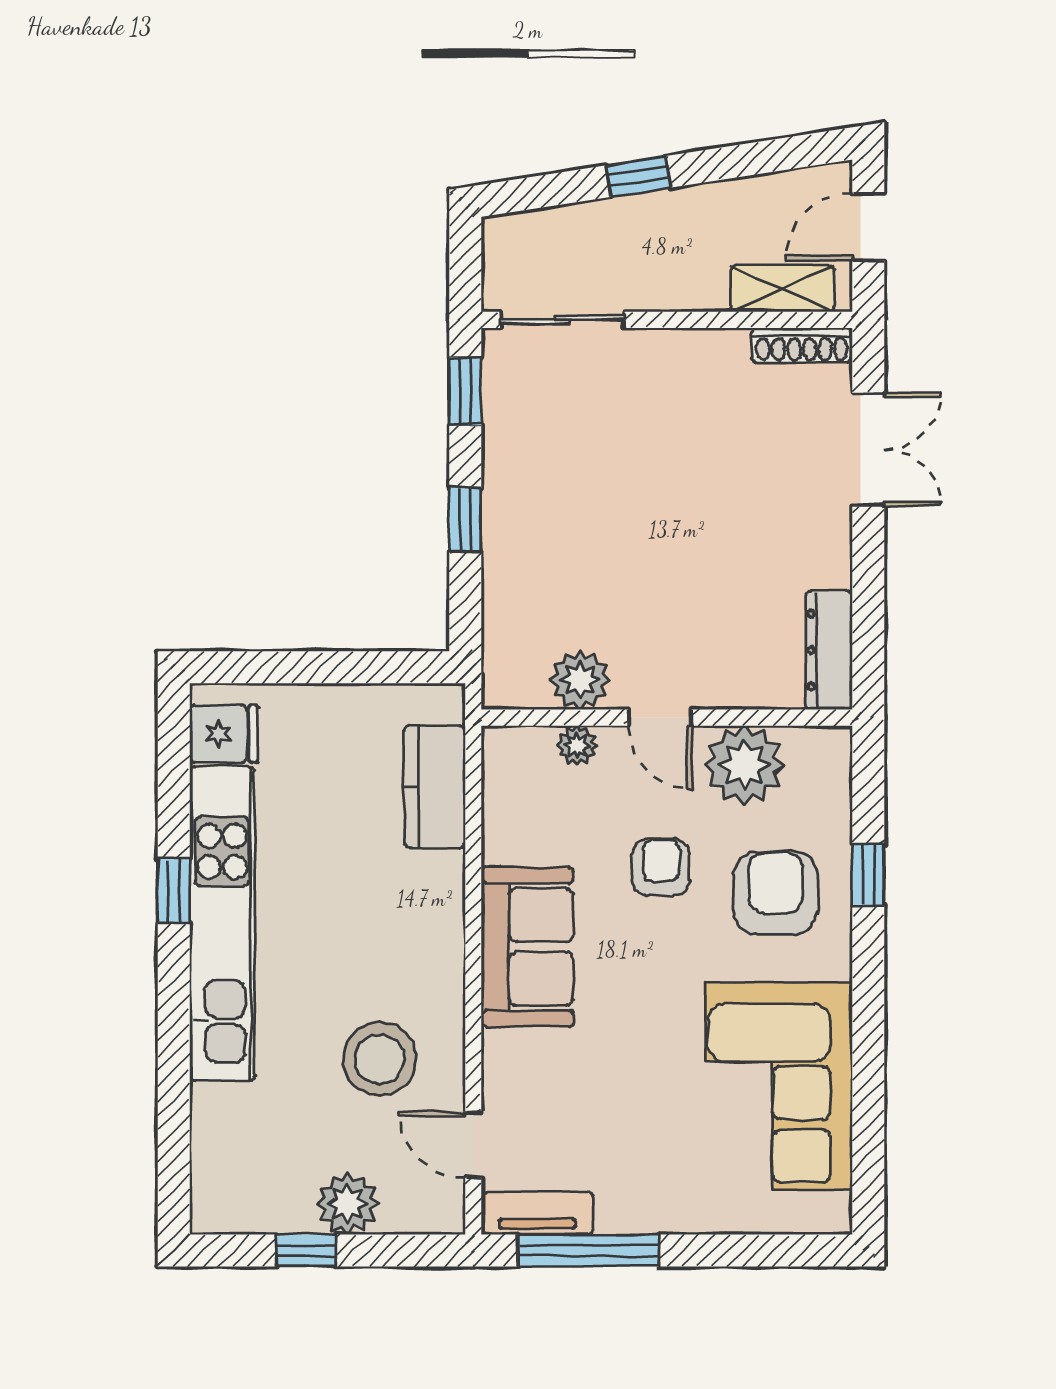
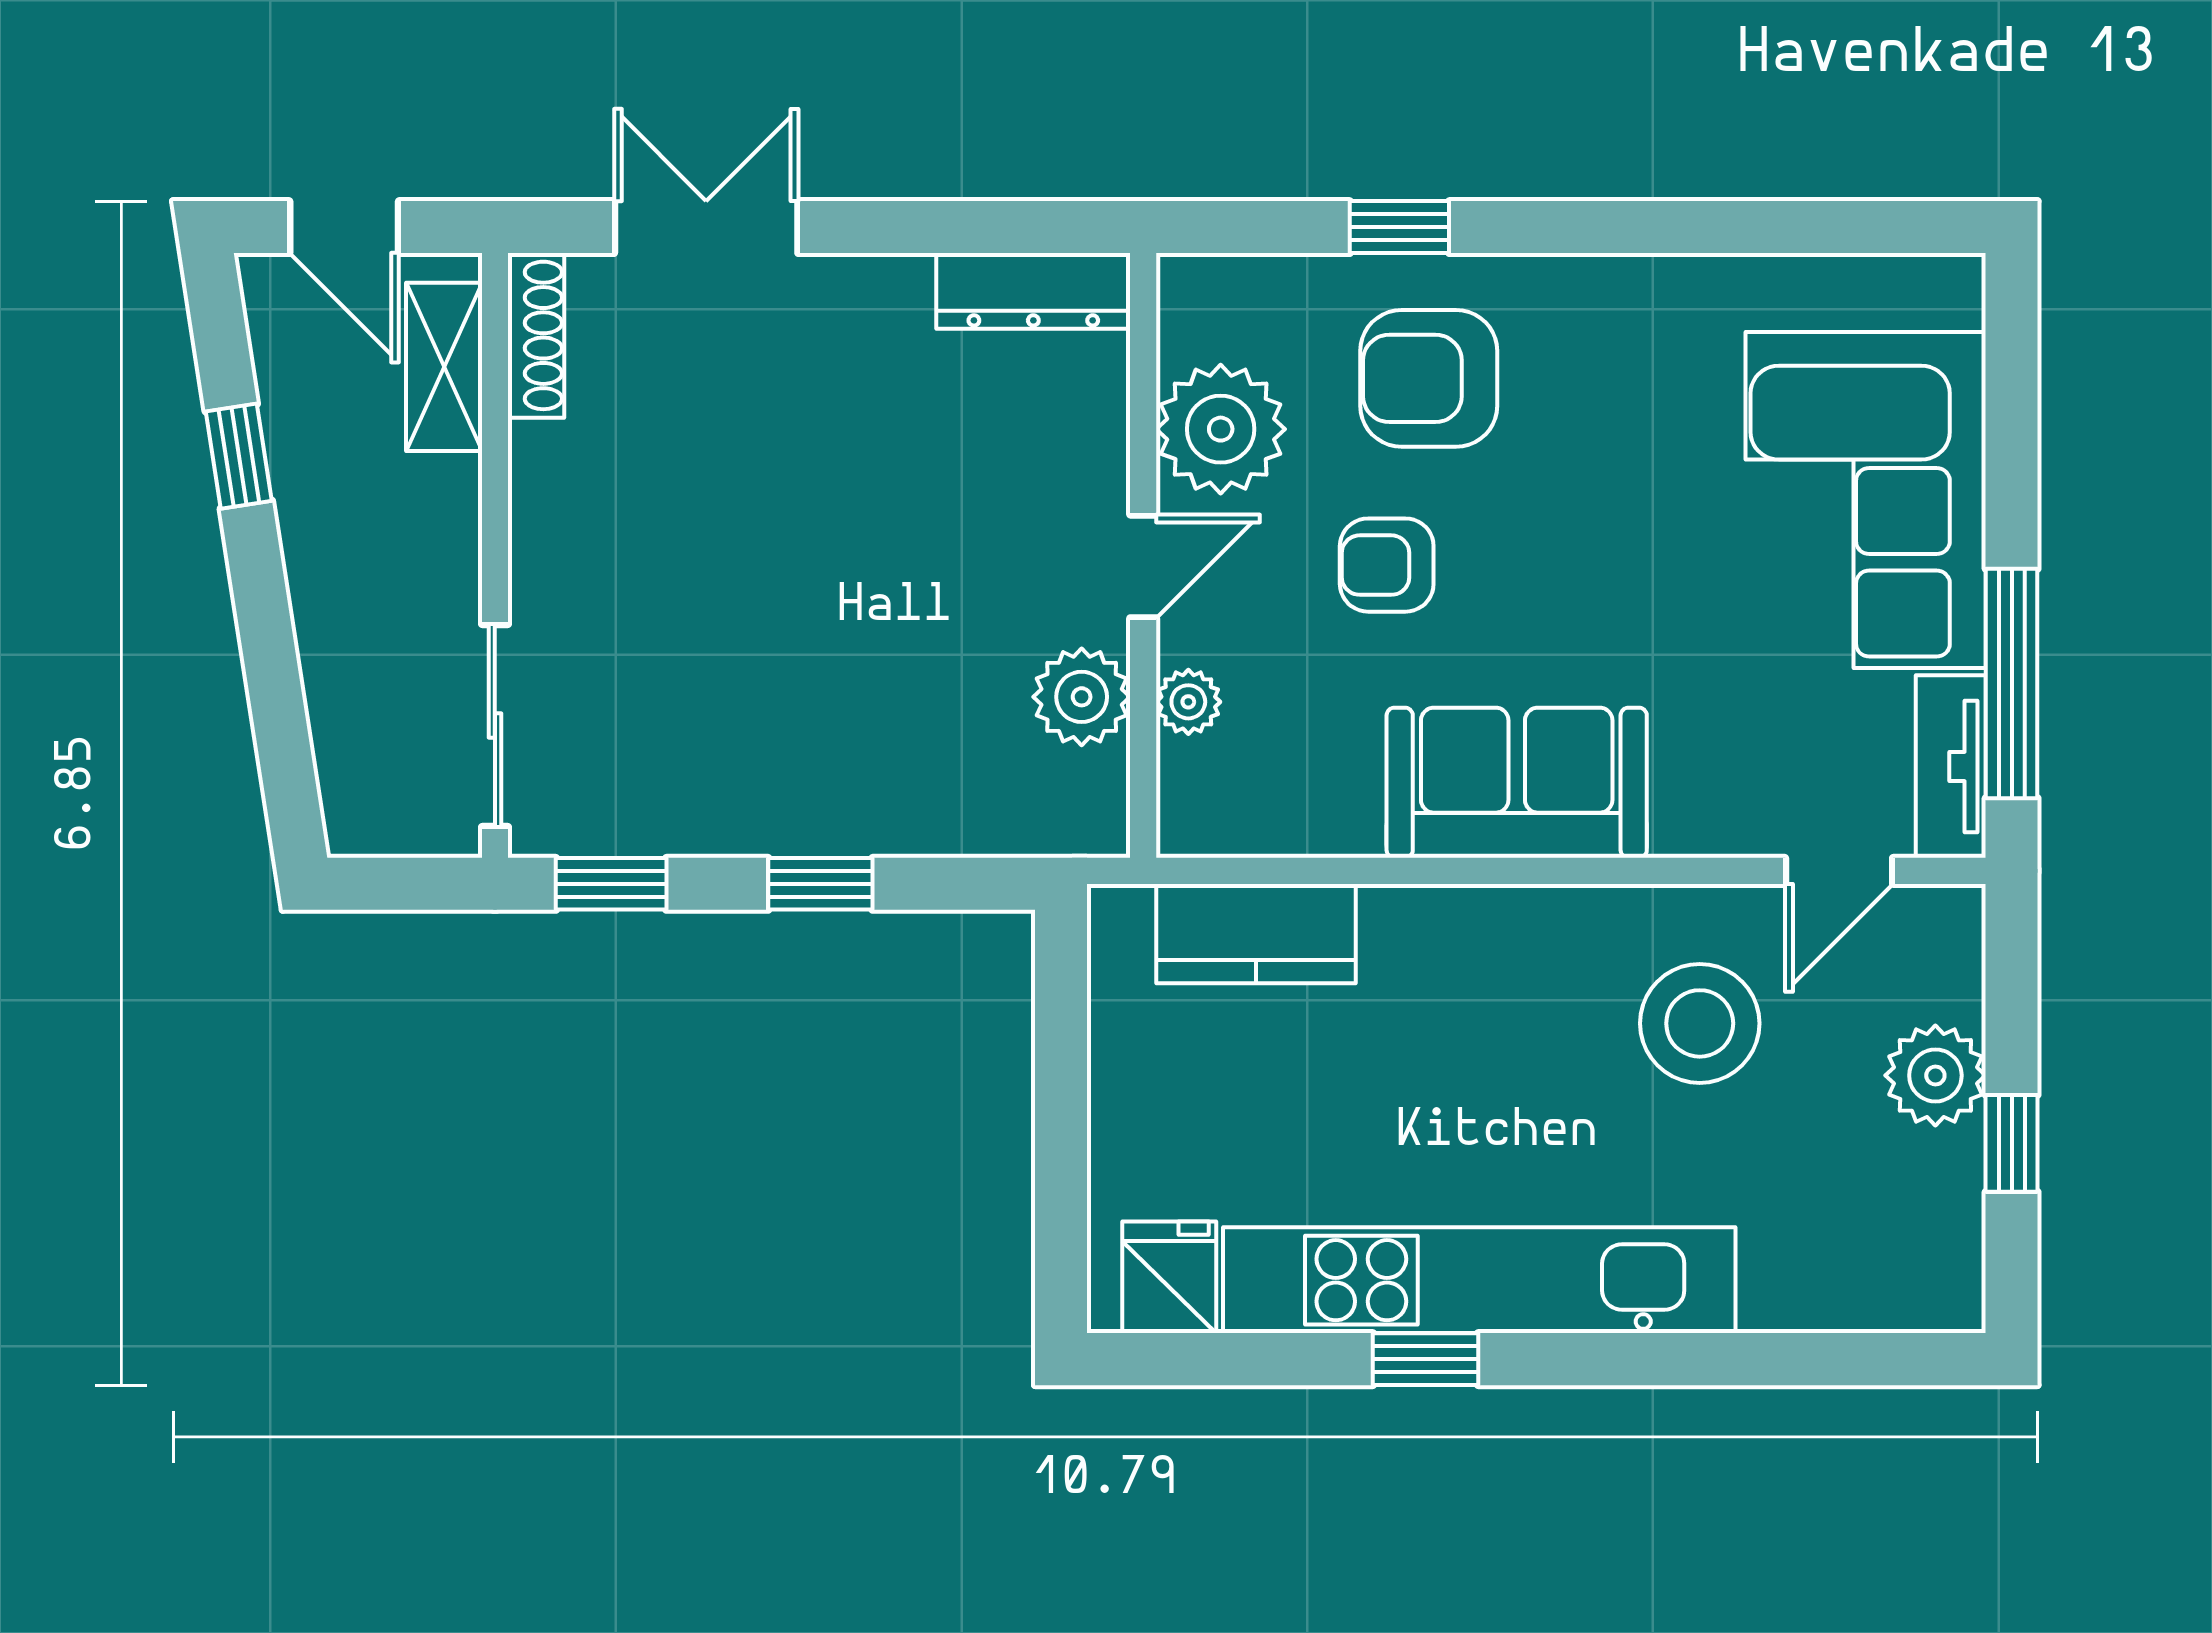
window: (638, 177) -> (239, 456), moved
corner sofa: (779, 1086) -> (1866, 500), moved, turned 90

